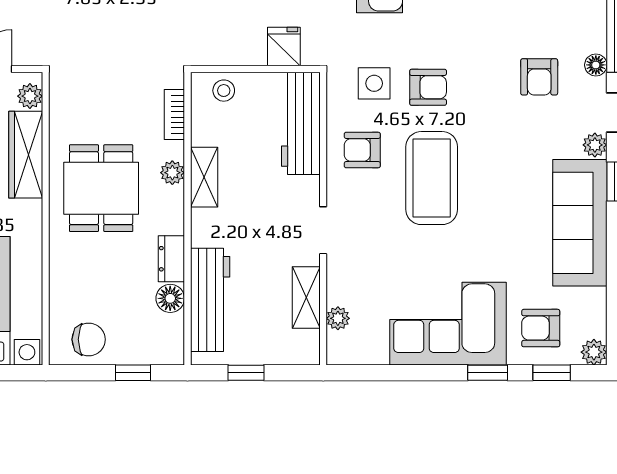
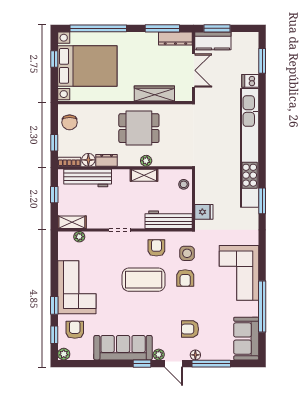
plant: (30, 96) -> (181, 95), removed
bookcase: (174, 115) -> (69, 162), moved
shelving: (306, 297) -> (72, 222), moved

